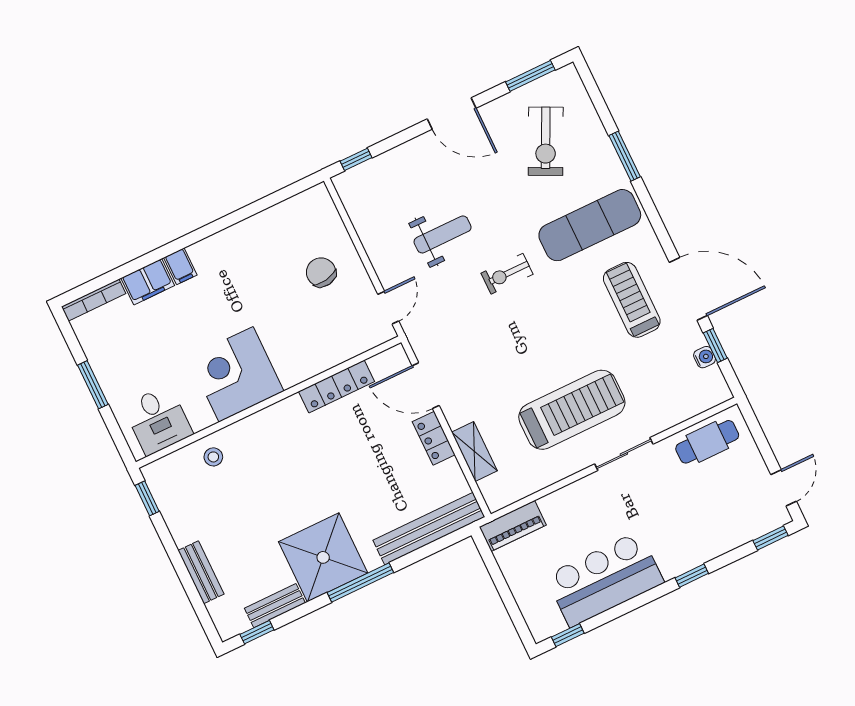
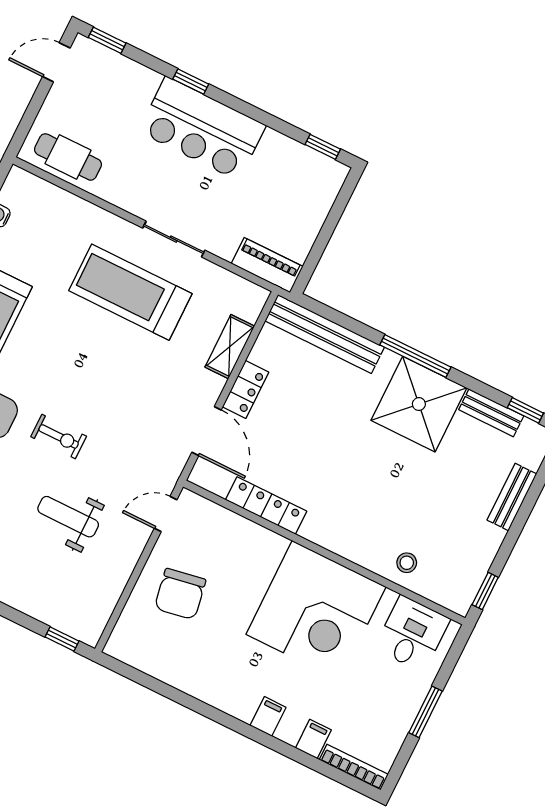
chair: (321, 272) -> (180, 594), width x1.37, depth x1.37
filing cabinet: (148, 282) -> (313, 739), width x0.50
corner desk: (236, 374) -> (316, 611), width x1.36, depth x1.36
sliding door: (624, 454) -> (174, 239), moved
bar counter: (605, 579) -> (202, 128), moved

